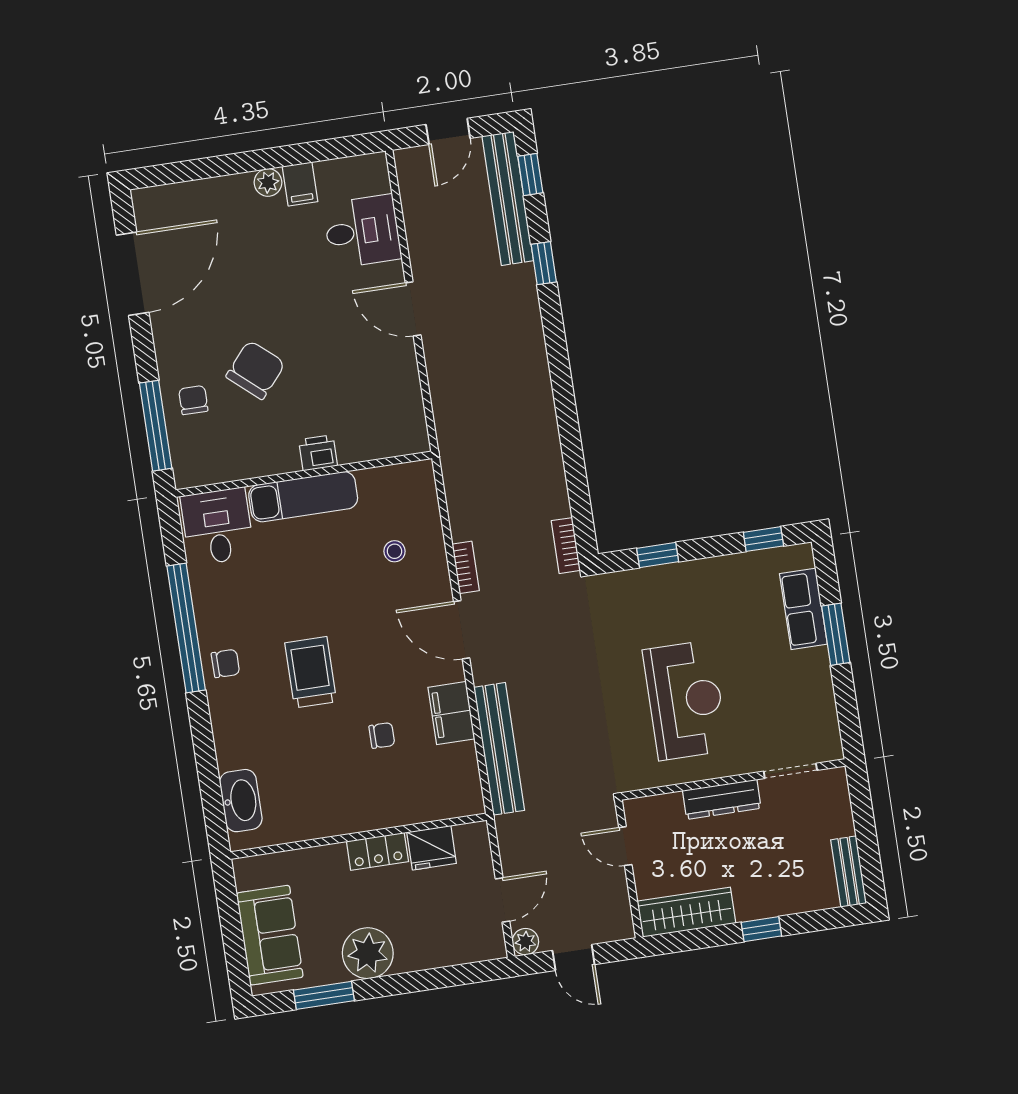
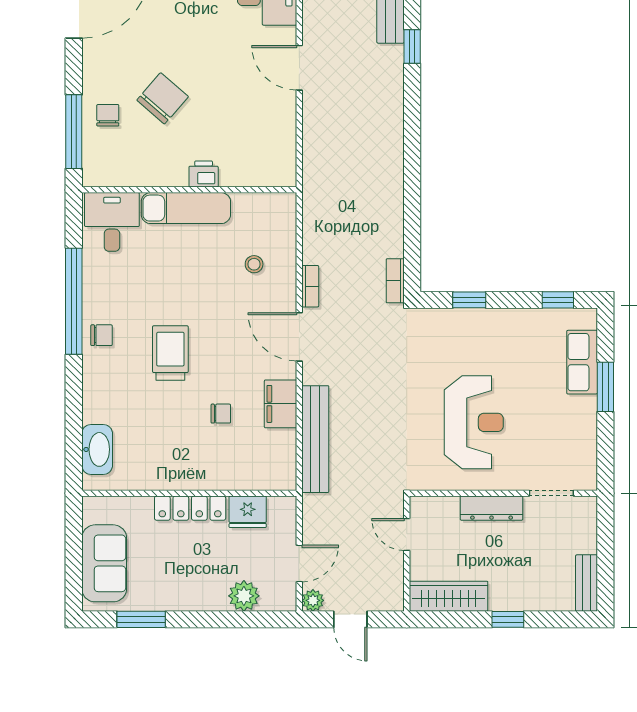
locker: (377, 851) -> (190, 508), width x1.53
plant: (368, 953) -> (244, 596), moved, width x0.73, depth x0.73

